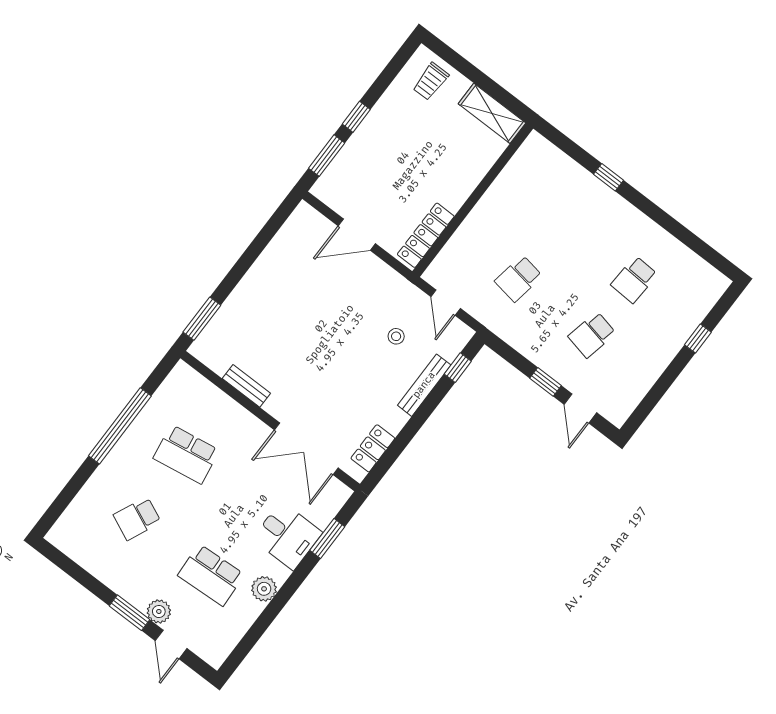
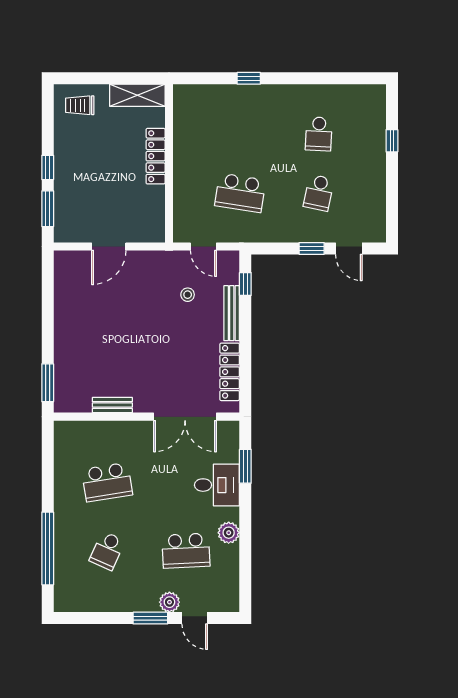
trolley: (431, 81) -> (80, 105), turned 90
locker: (426, 235) -> (156, 156), moved
school desk: (518, 279) -> (240, 193), width x1.85
window: (120, 426) -> (48, 548), moved
locker: (373, 448) -> (230, 372), width x1.53

